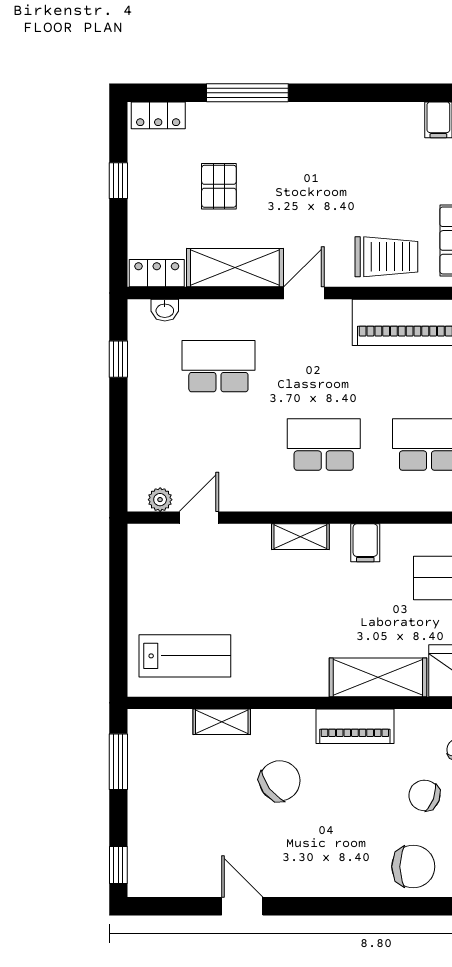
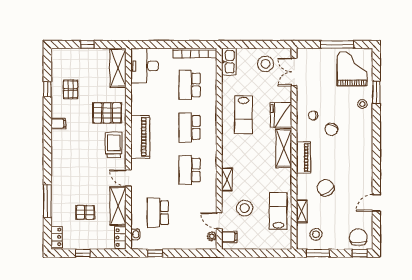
filing cabinet: (365, 543) -> (229, 237), moved
stool: (230, 580) -> (245, 208), added
lab bench: (185, 656) -> (278, 211), moved
stool: (165, 757) -> (316, 234), added
chair: (413, 867) -> (358, 237), moved

